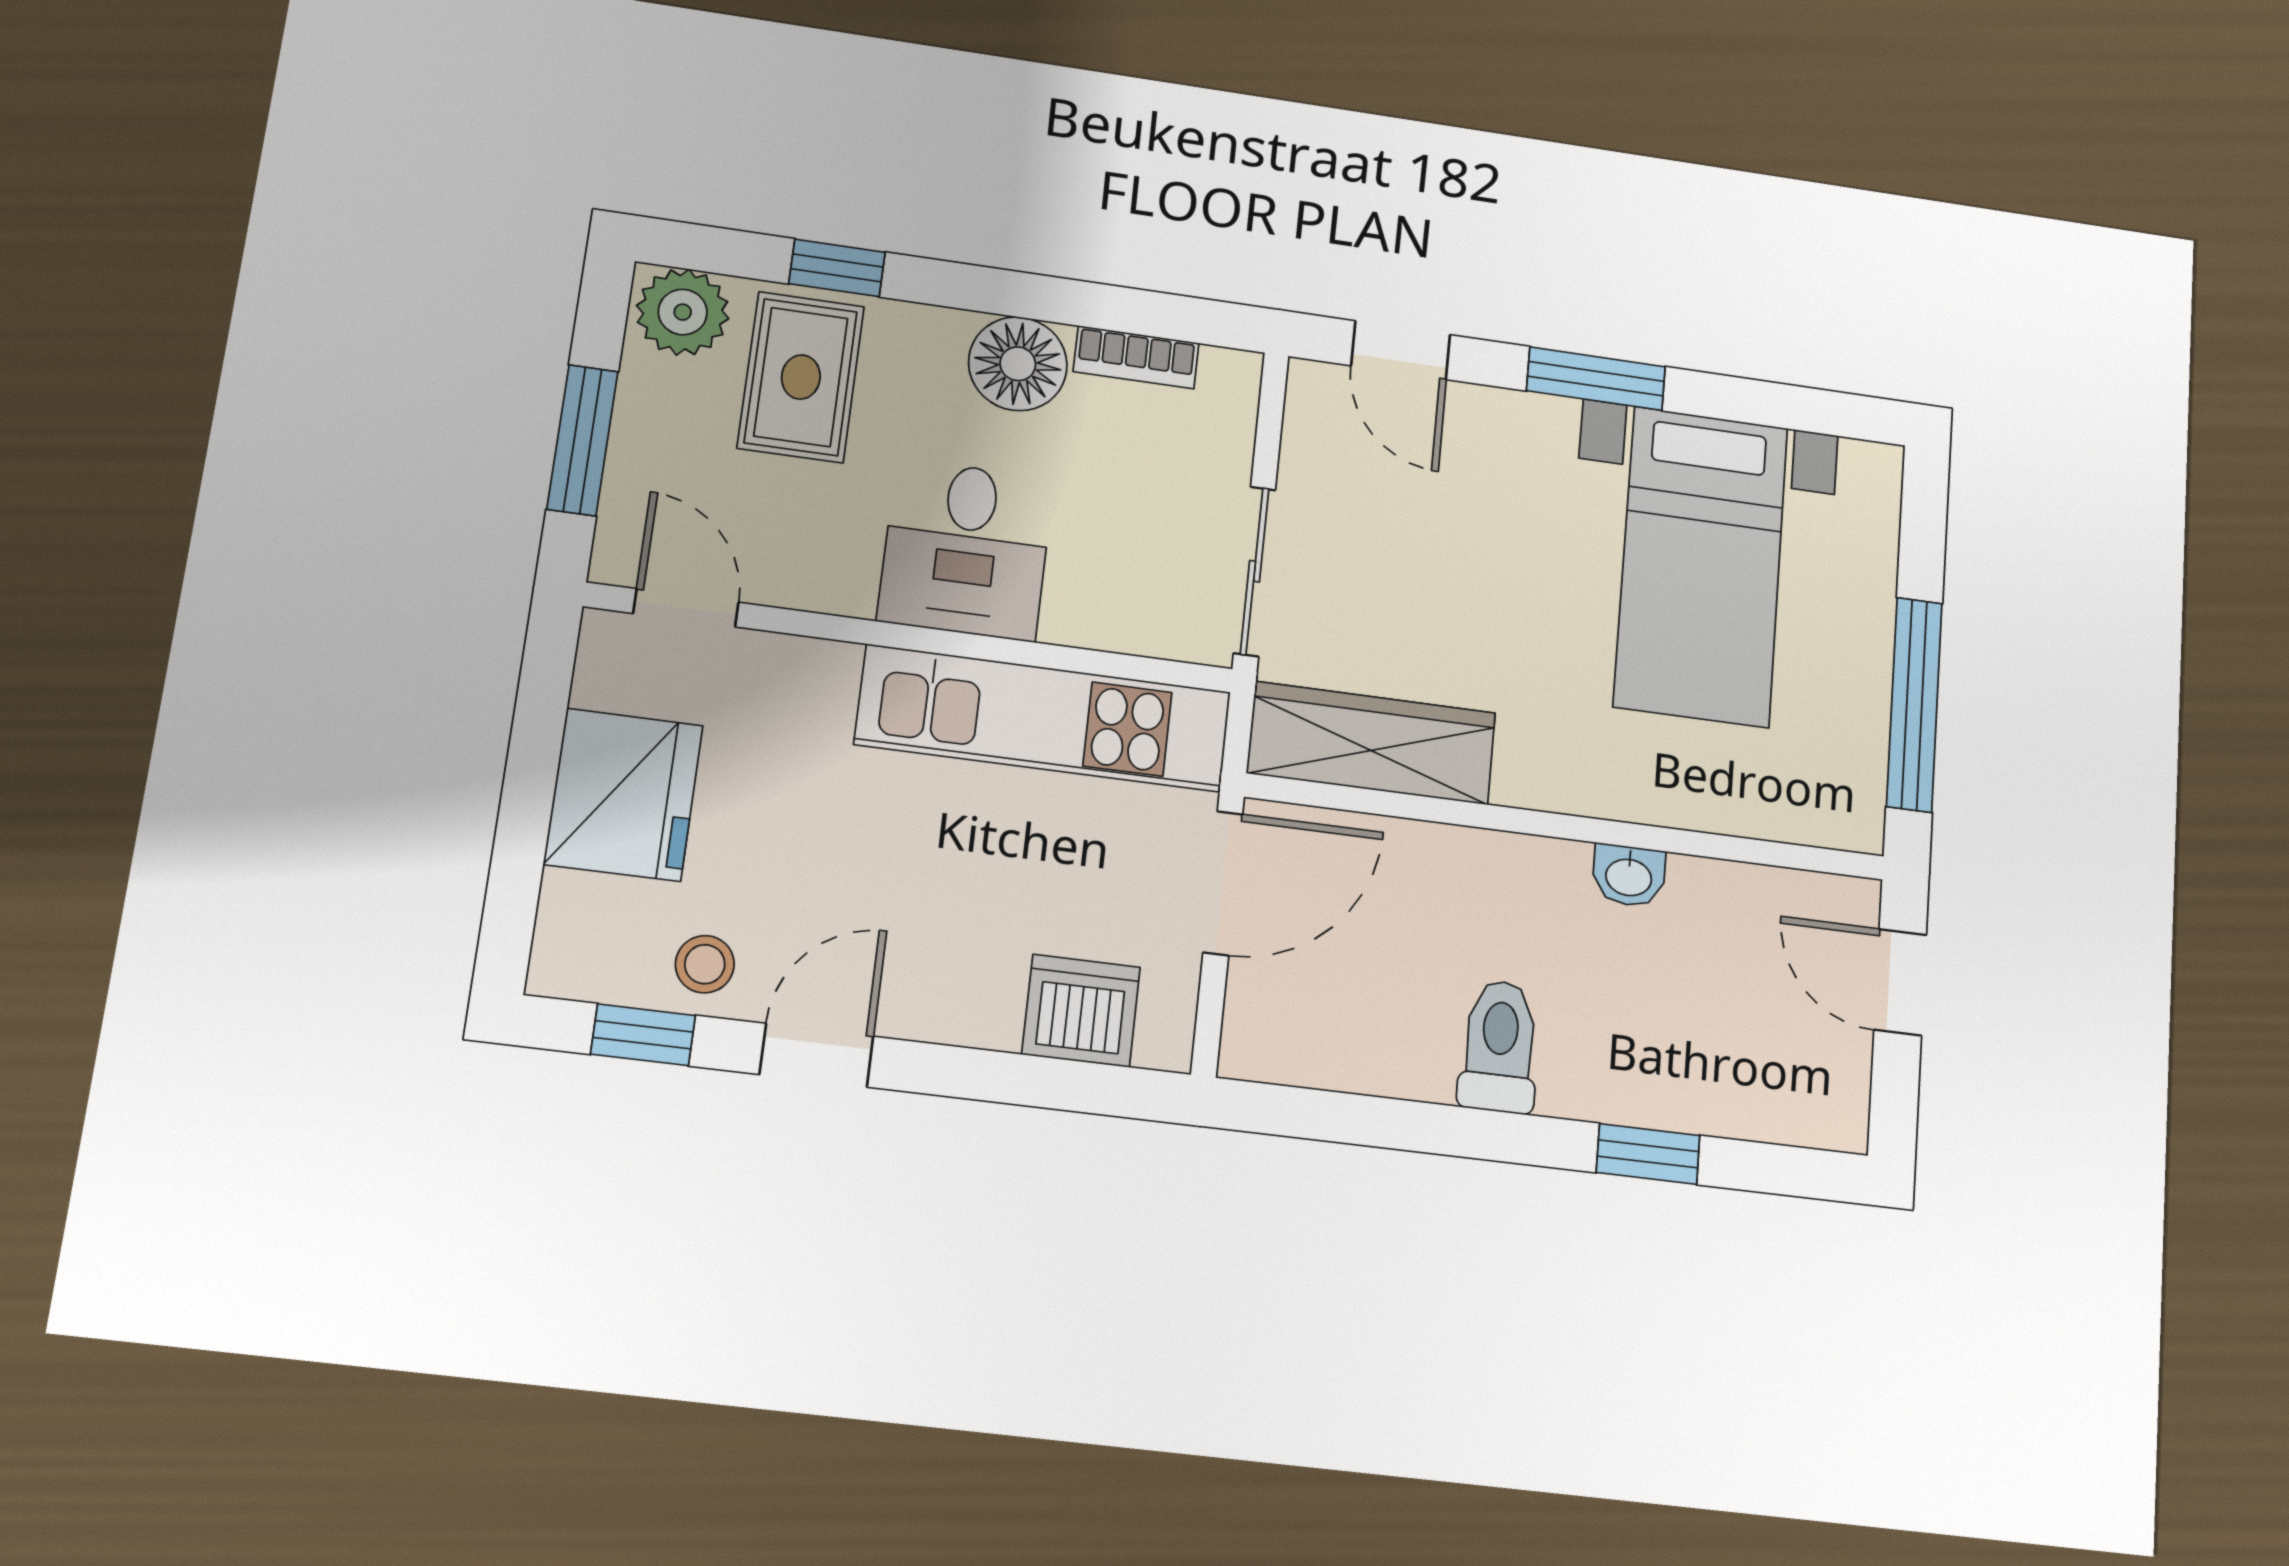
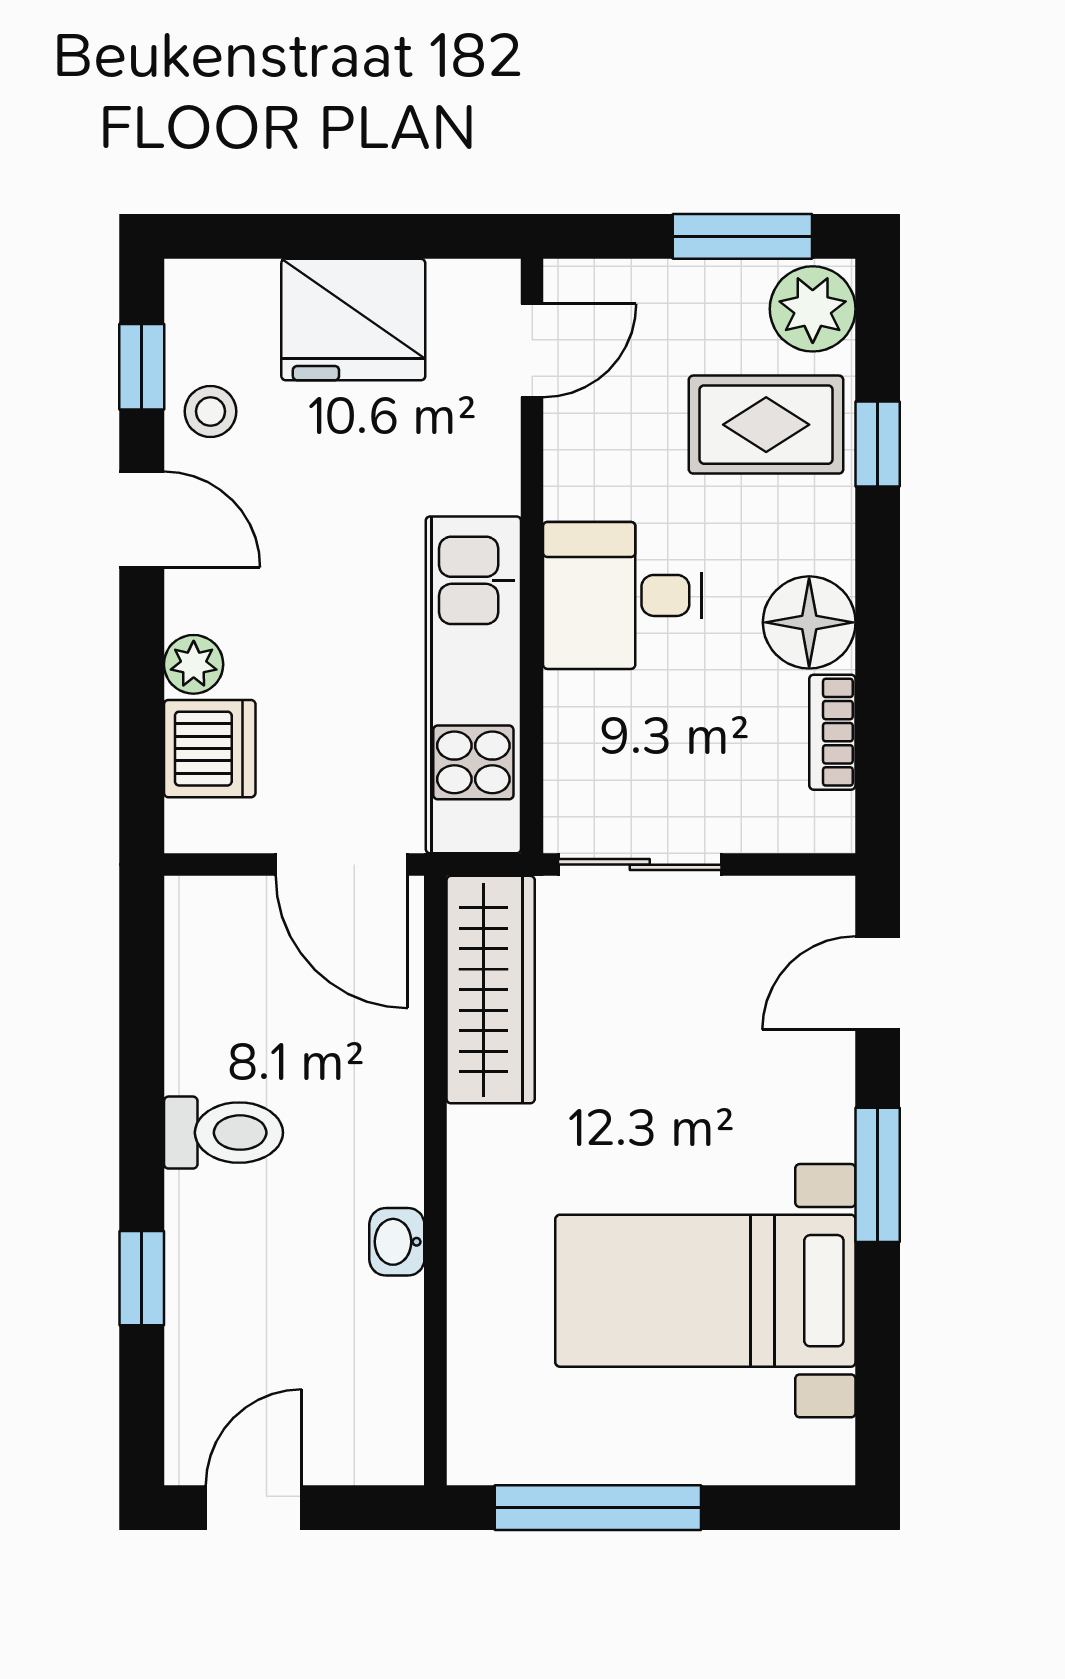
window: (582, 440) -> (742, 236), moved
door: (1900, 982) -> (254, 1508), moved
plant: (986, 1017) -> (194, 664), added

